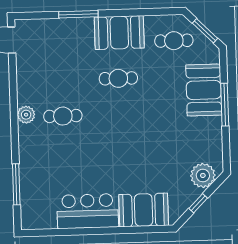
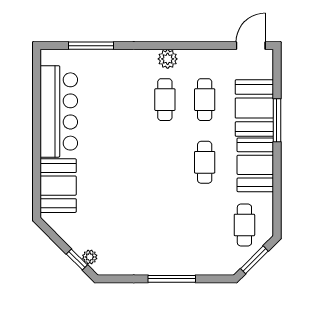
cafe table: (62, 80) -> (205, 100), added
booth: (204, 90) -> (254, 108), moved, turned 90
plant: (203, 175) -> (90, 257), width x0.53, depth x0.53
window: (198, 203) -> (77, 259), moved
bar counter: (88, 211) -> (59, 111), width x1.36

